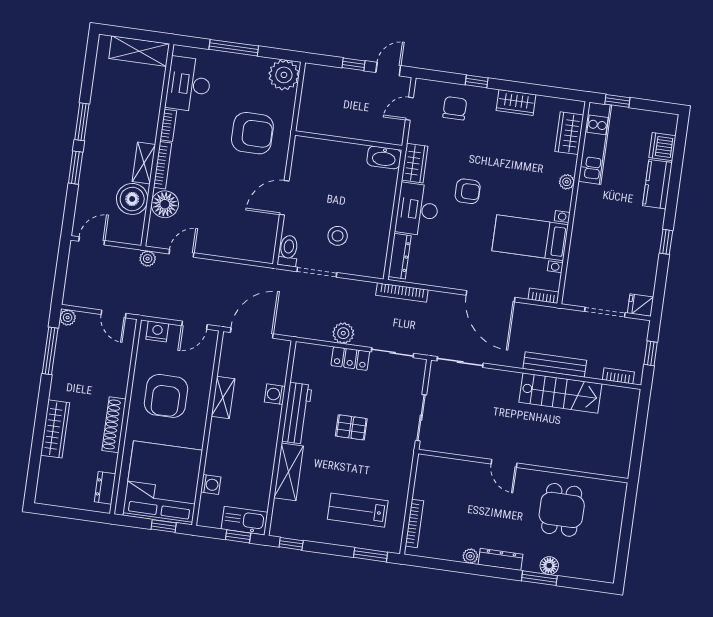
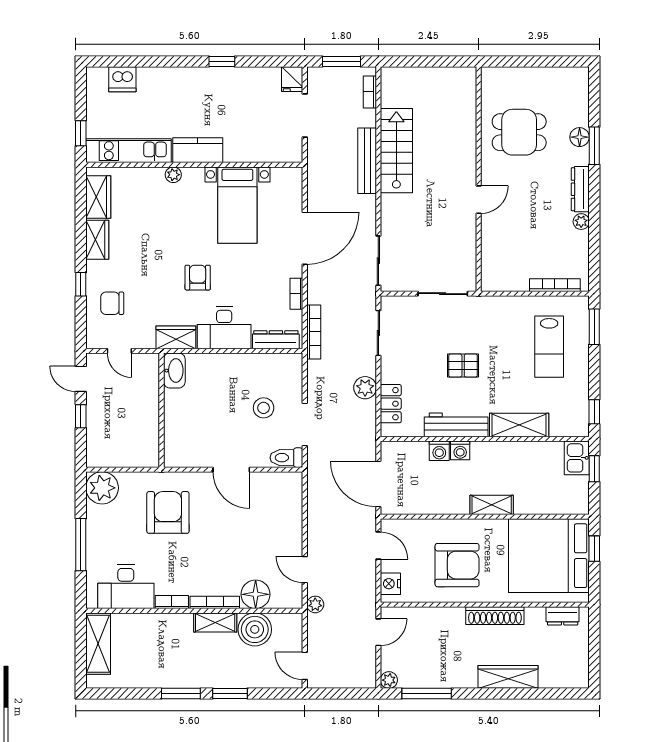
wardrobe: (569, 133) -> (98, 197), moved, turned -90
kitchen counter: (657, 184) -> (198, 150), moved, turned 180
bookcase: (544, 296) -> (296, 294), moved
window: (651, 353) -> (341, 61), width x1.50
locker: (350, 358) -> (391, 404), moved
shelving: (223, 398) -> (492, 505), moved
pallet: (351, 427) -> (463, 366), turned 90
washing machine: (211, 485) -> (460, 450), moved, turned 180
kitchen sink: (244, 521) -> (577, 458), width x0.73

